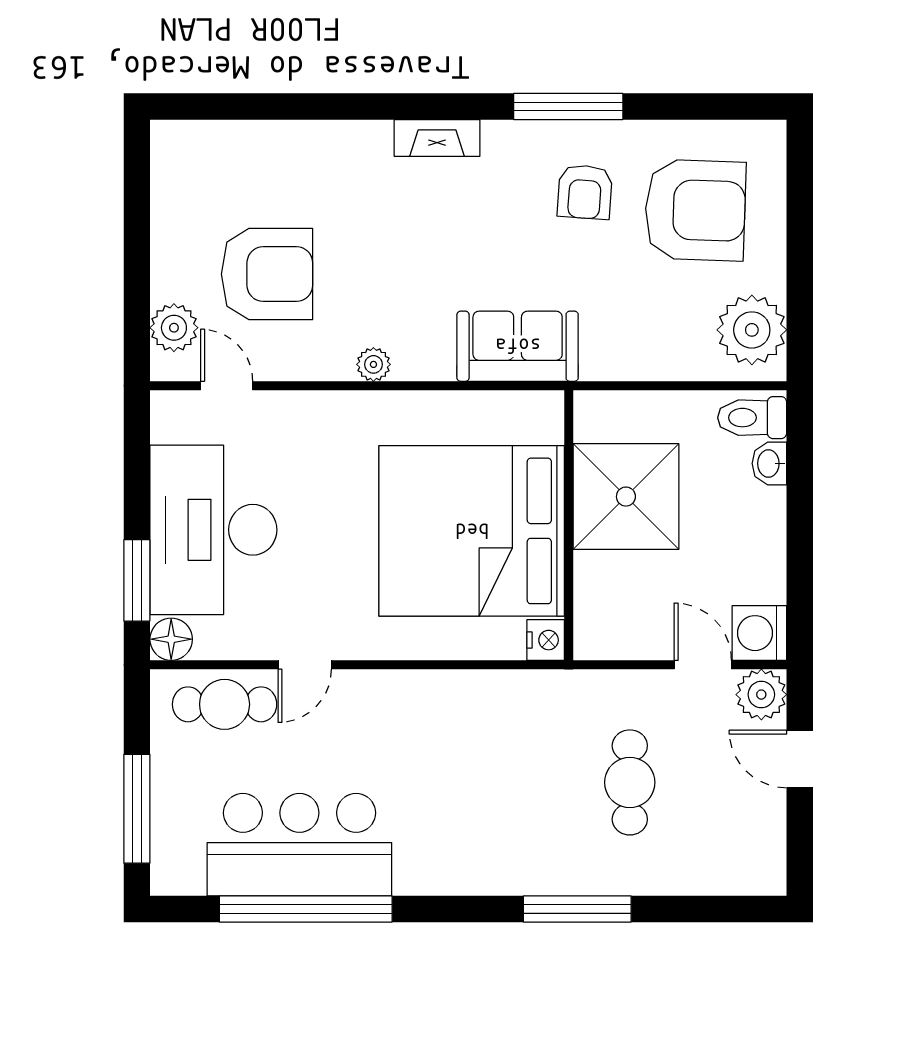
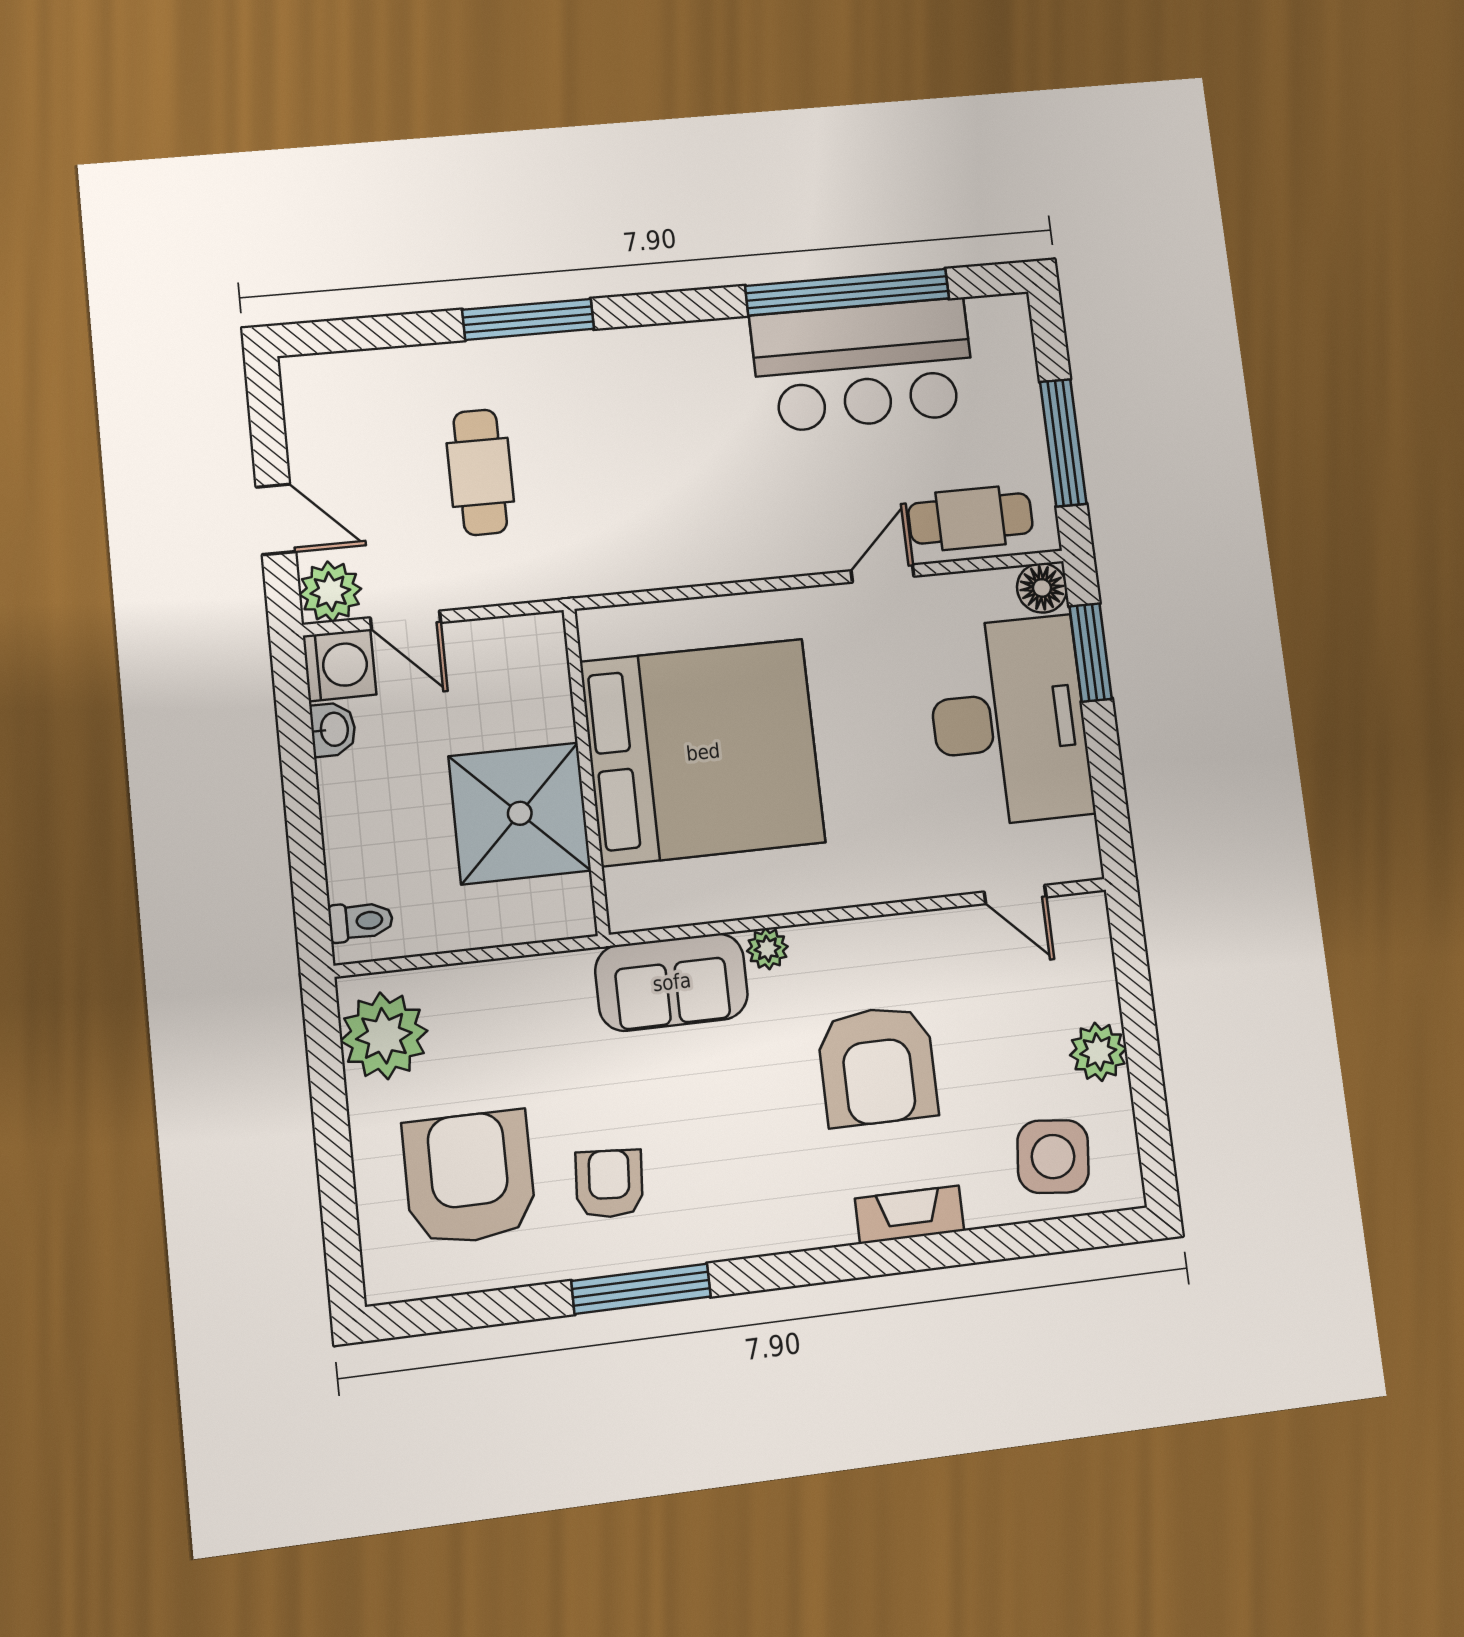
fireplace: (437, 138) -> (909, 1215), moved
side table: (223, 170) -> (1053, 1157), added
armchair: (695, 210) -> (469, 1178), turned 88
armchair: (267, 274) -> (877, 1066), moved, turned -90
plant: (174, 328) -> (1098, 1052), moved
plant: (373, 364) -> (767, 949), moved
toilet: (752, 418) -> (361, 921), width x0.73, depth x0.72
washbasin: (769, 463) -> (333, 729), moved
nightstand: (546, 640) -> (599, 631), removed
window: (137, 809) -> (1063, 443), moved

